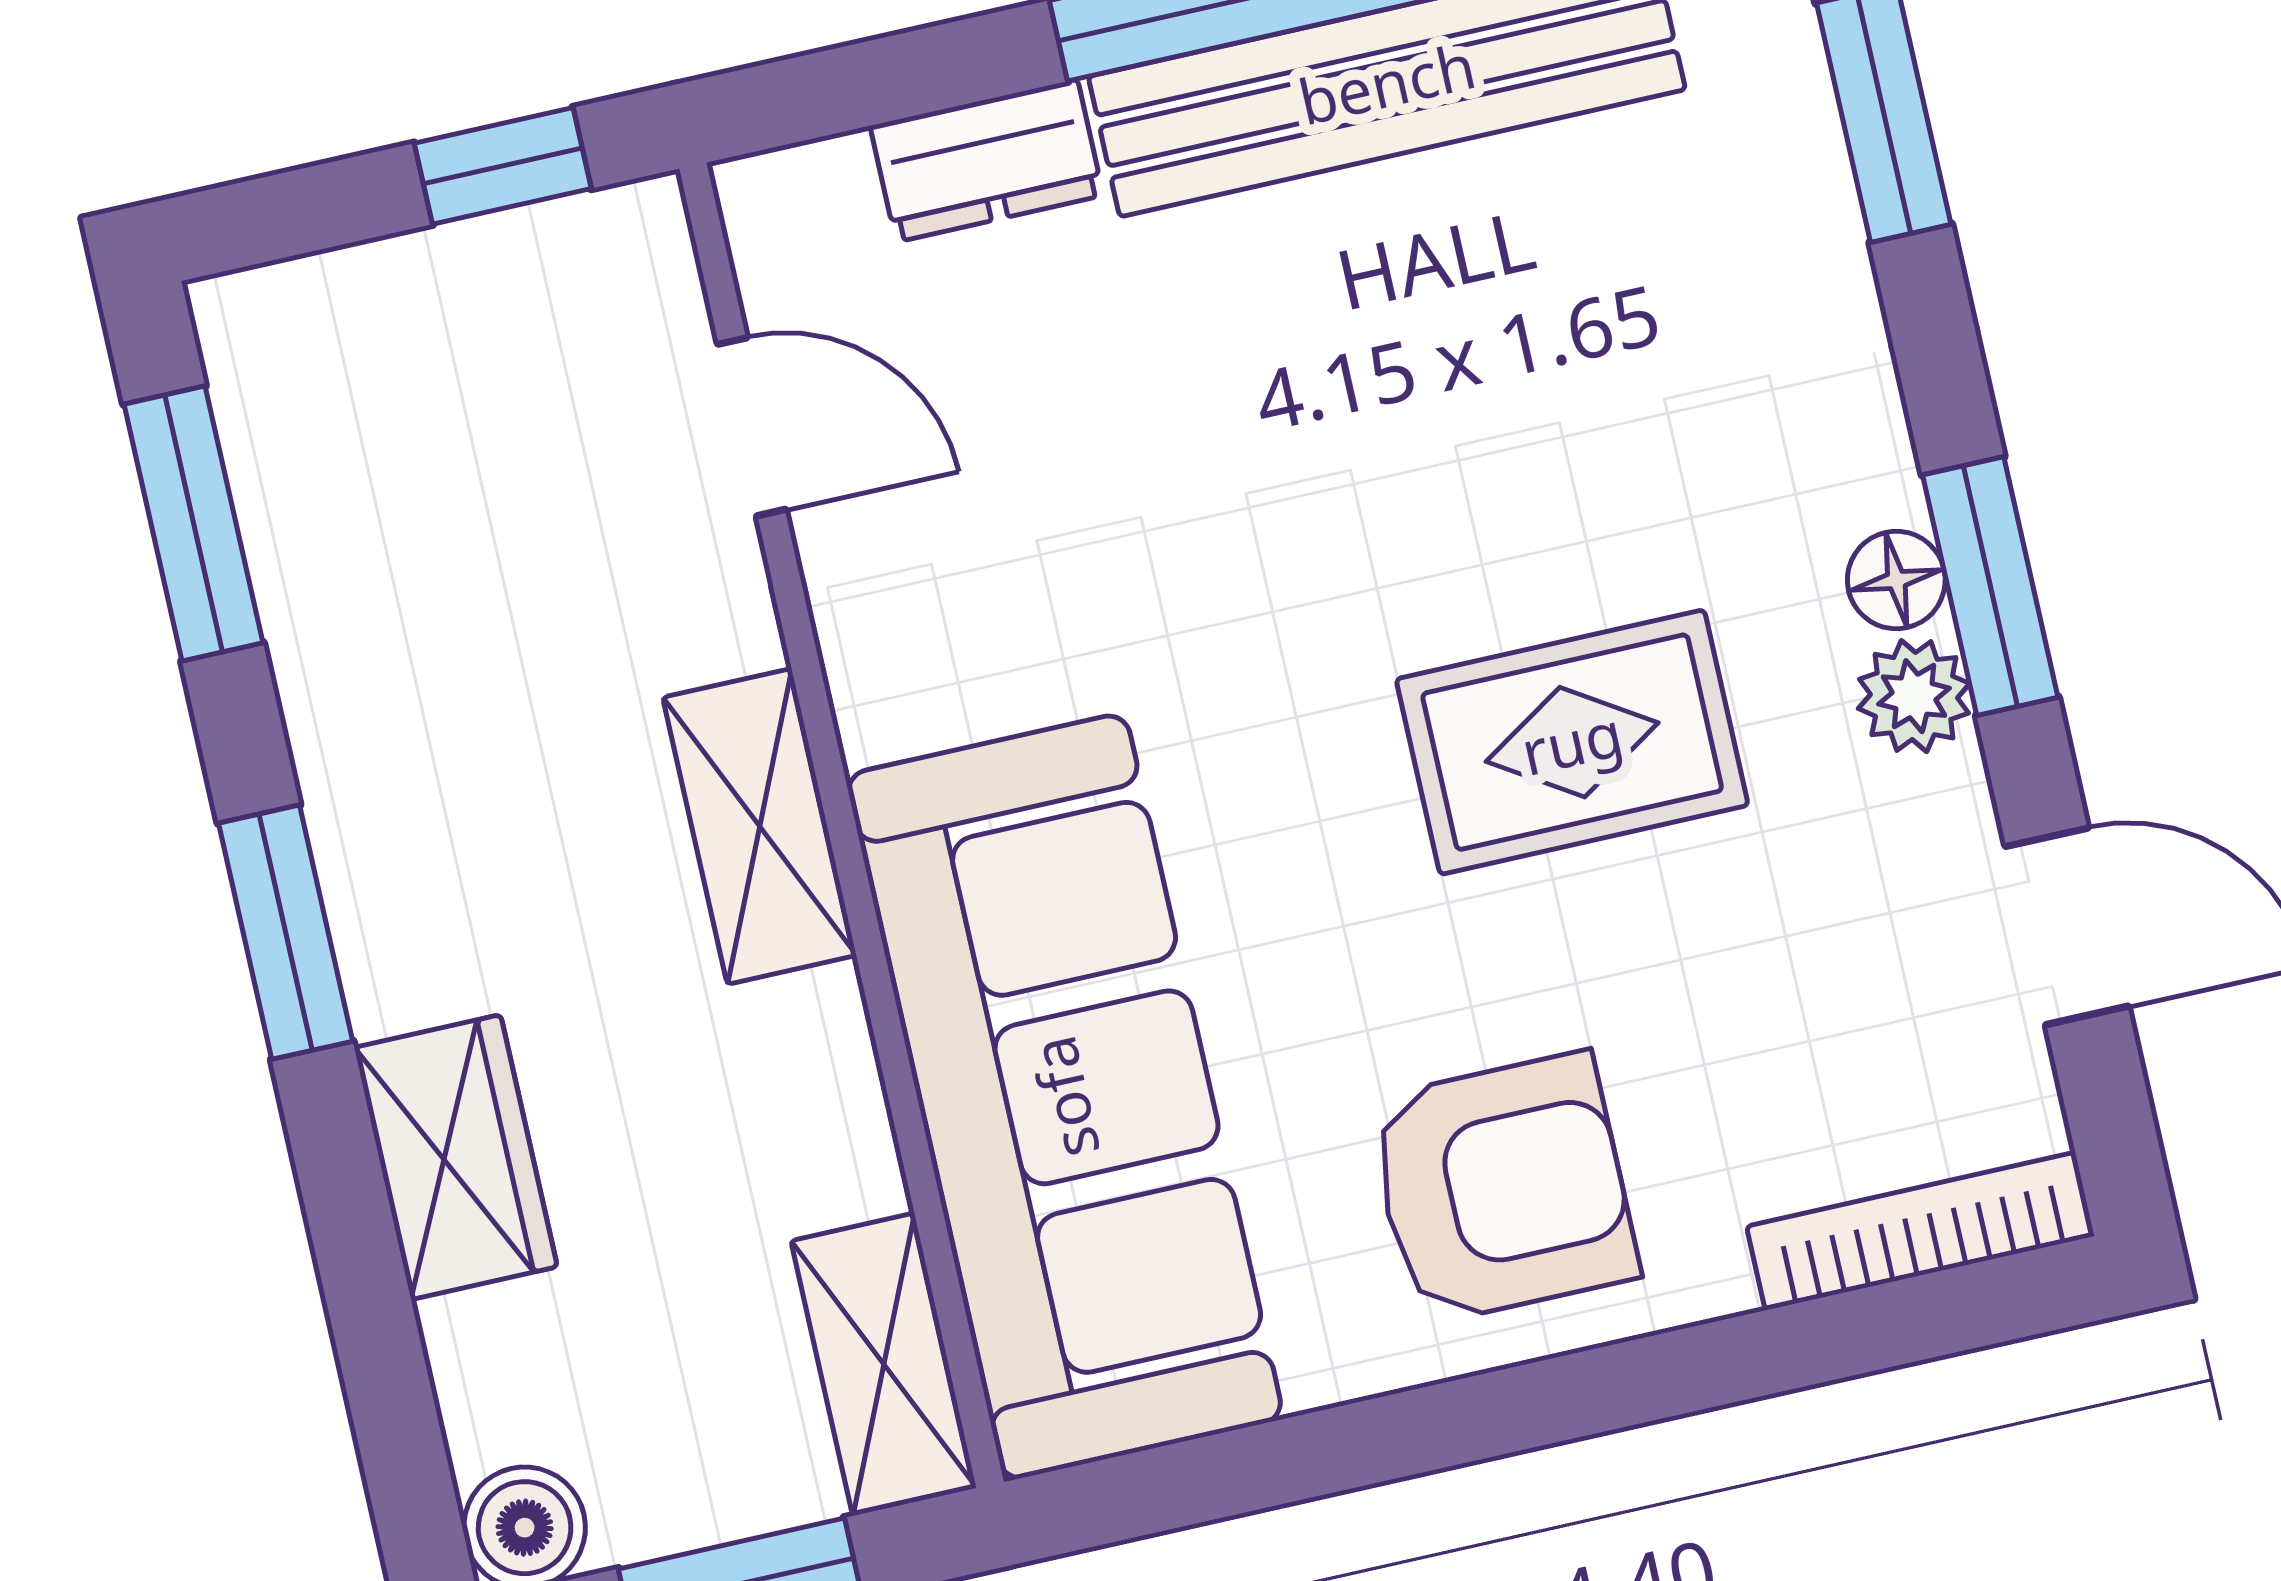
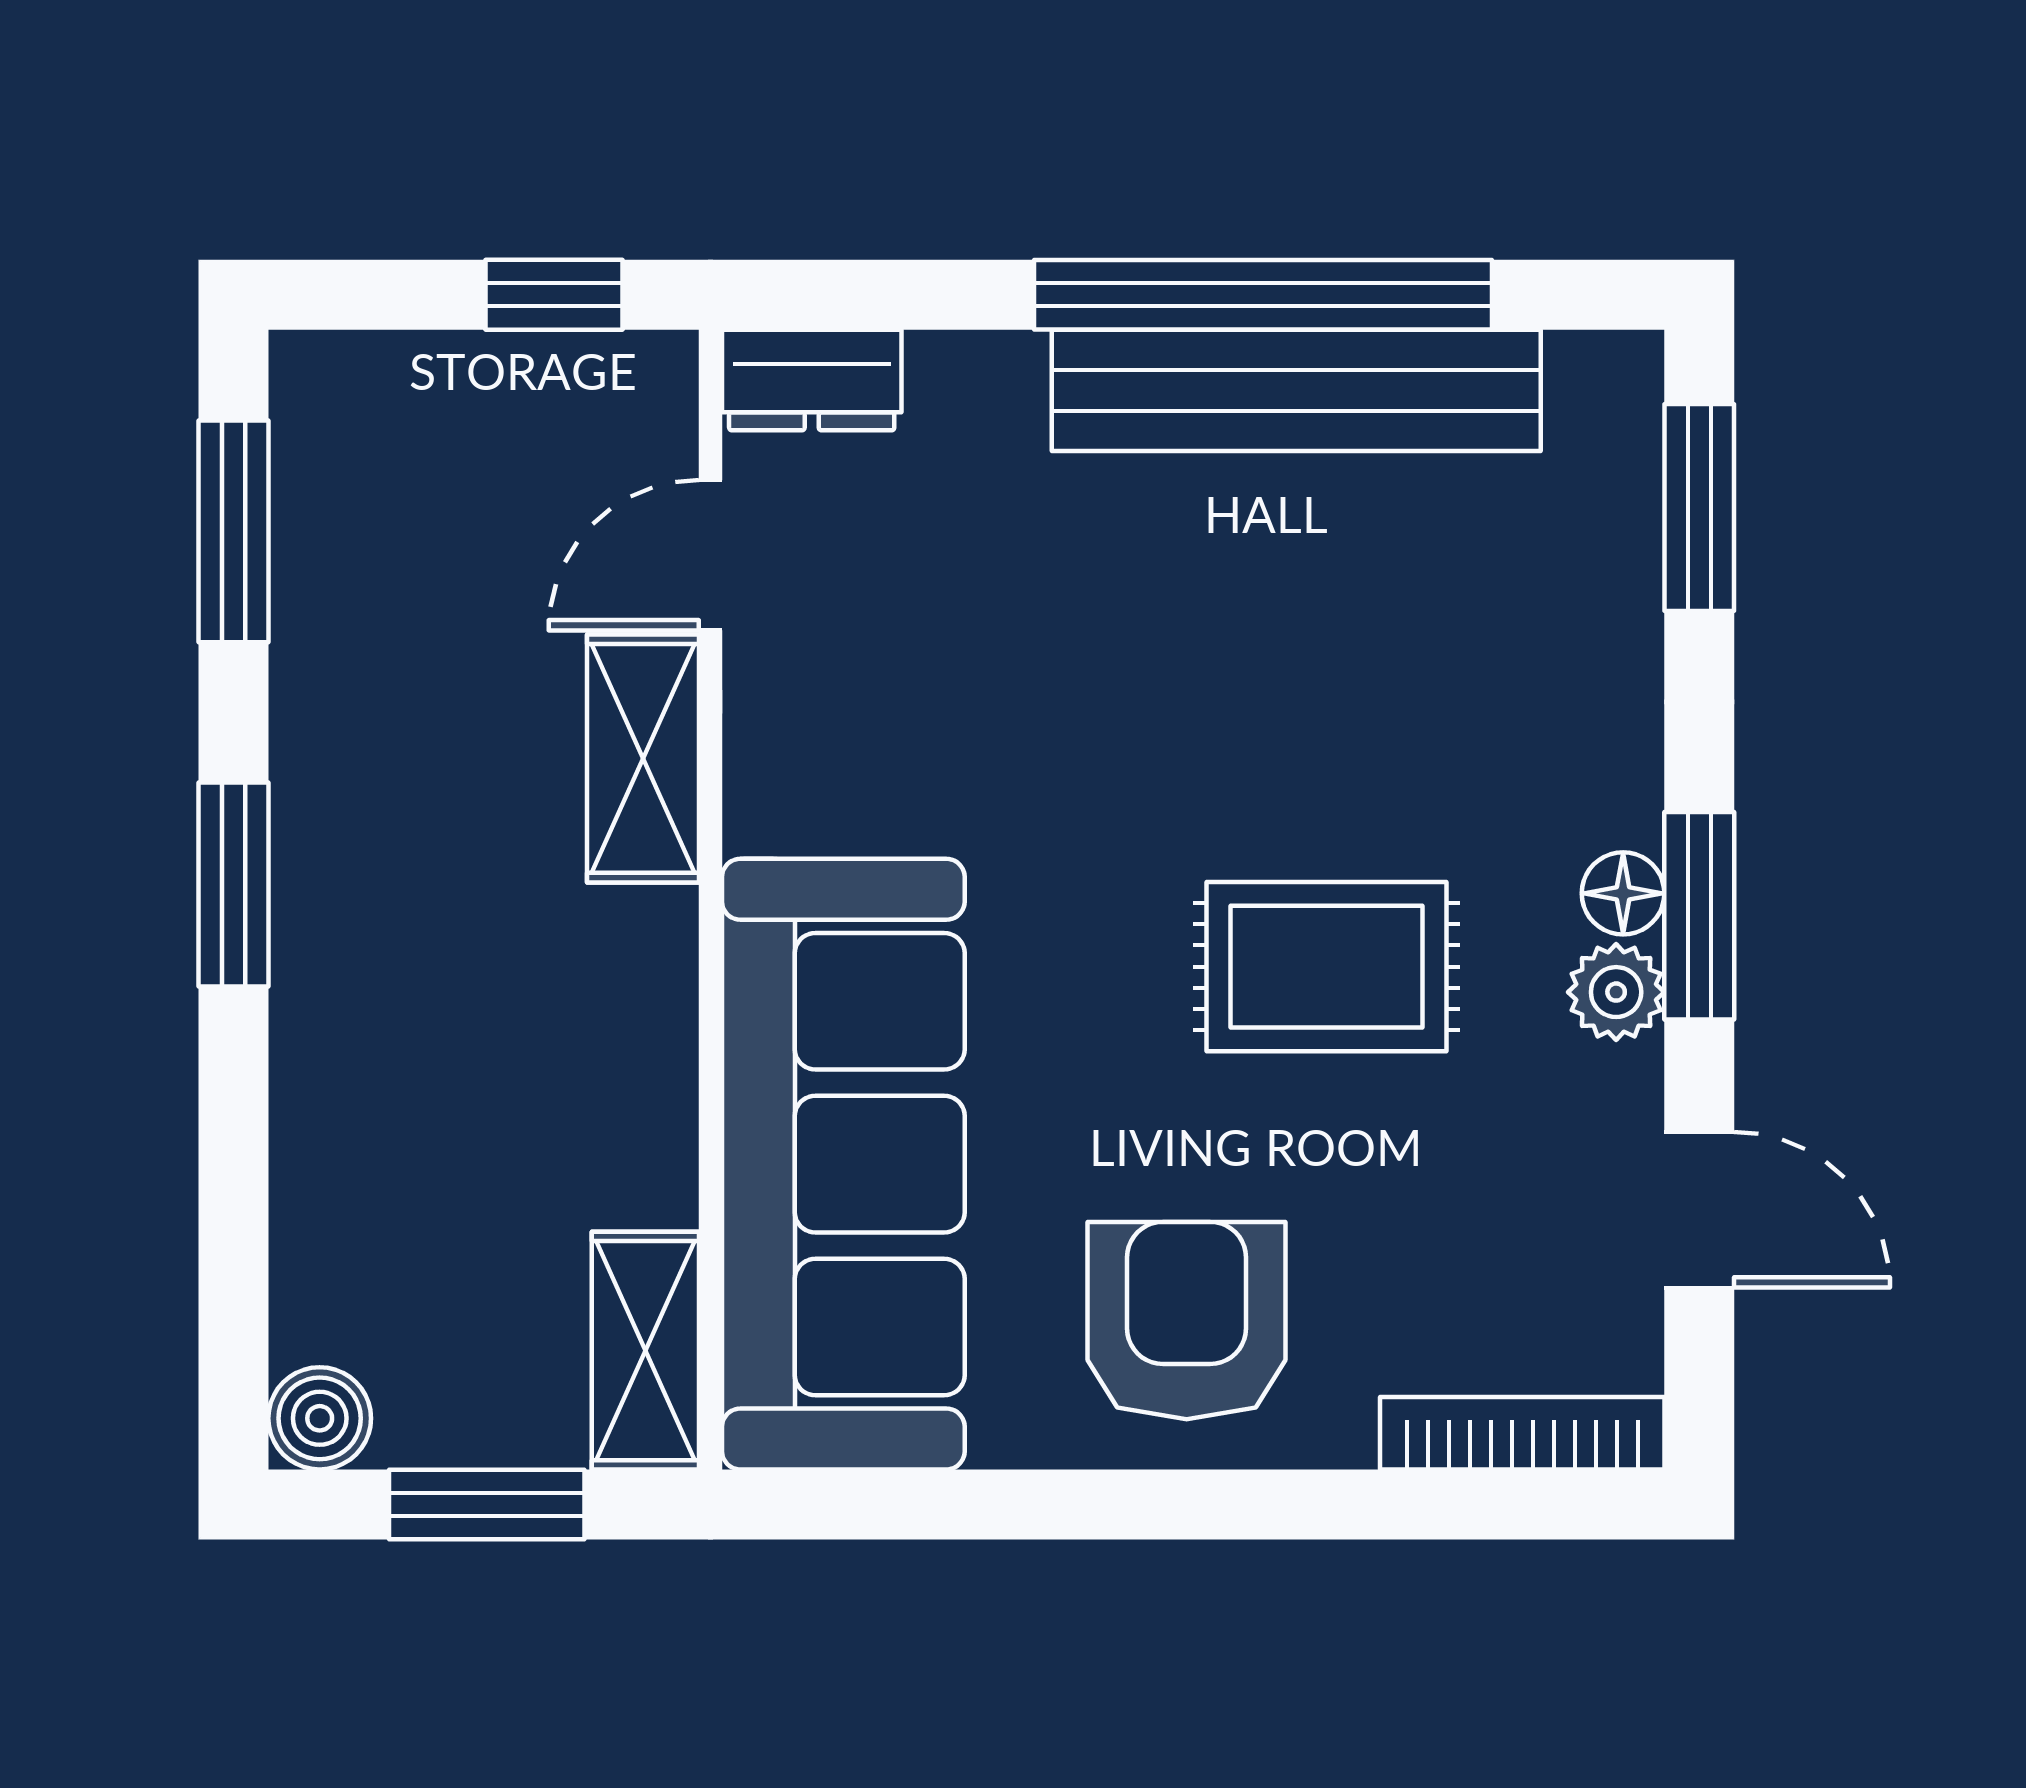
dresser: (987, 161) -> (812, 380), moved
door: (752, 427) -> (710, 555), swing flipped
shelving: (760, 826) -> (643, 758), moved
wardrobe: (456, 1157) -> (332, 1101), removed
armchair: (1502, 1188) -> (1187, 1321), turned -90

